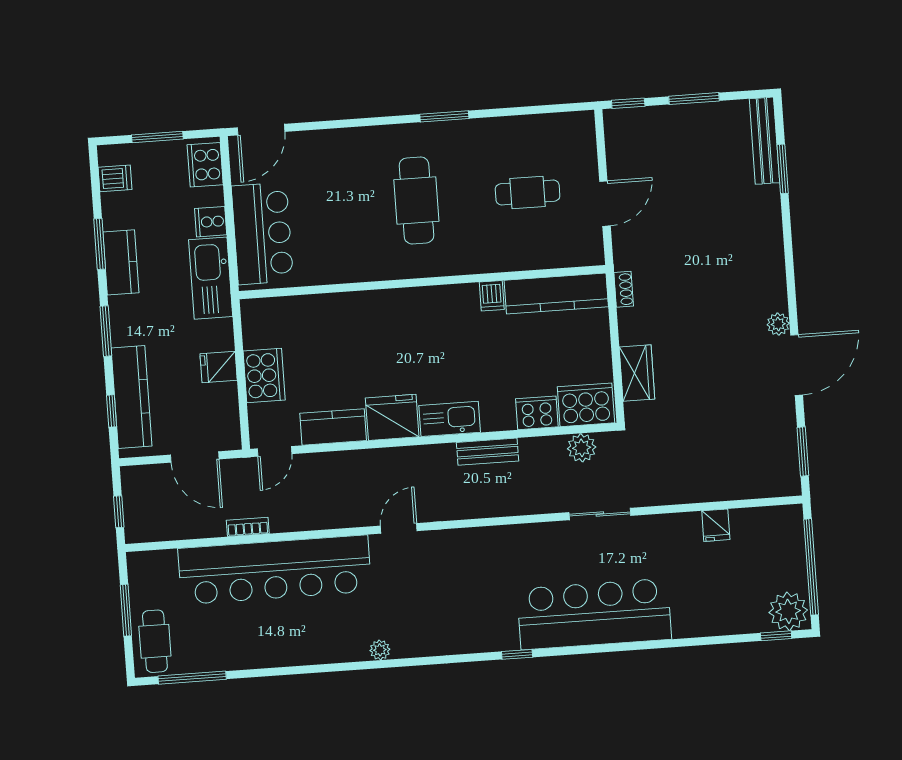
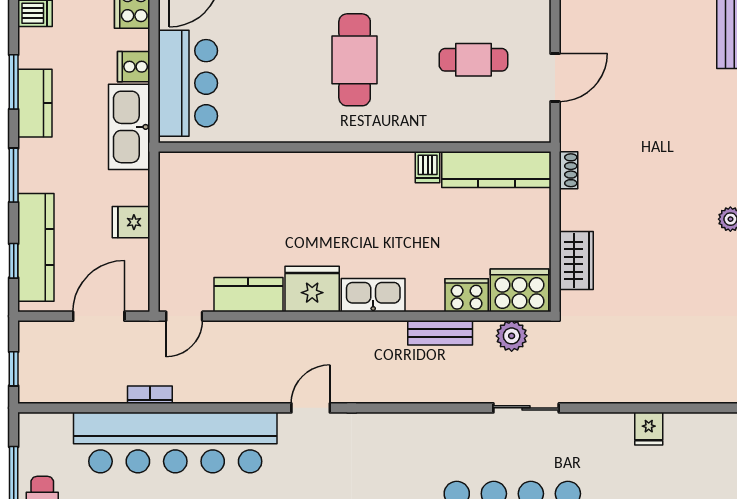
cooker: (264, 376) -> (179, 235), removed
bench: (488, 452) -> (440, 333), moved
door: (195, 457) -> (99, 316), swing flipped

